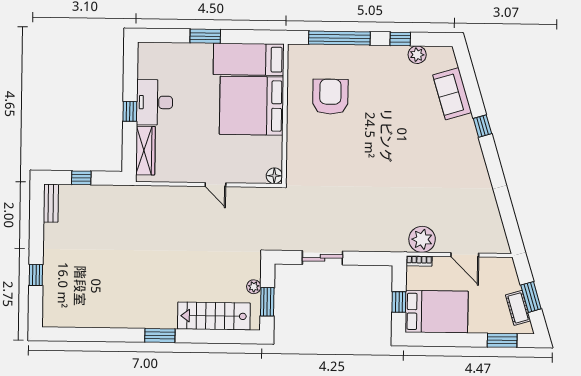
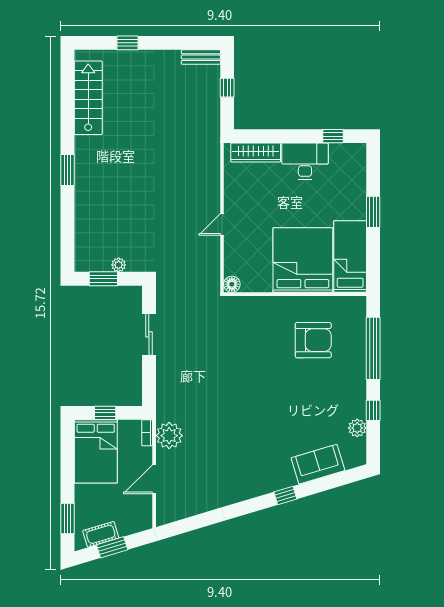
window: (130, 111) -> (333, 136), moved
stairs: (214, 316) -> (88, 98), moved

